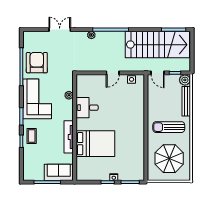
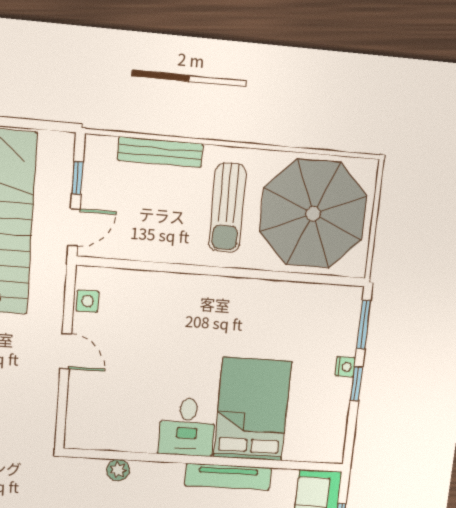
plant: (185, 80) -> (100, 151), removed
desk: (87, 108) -> (187, 427), moved
parasol: (169, 159) -> (313, 214), width x1.36, depth x1.36

